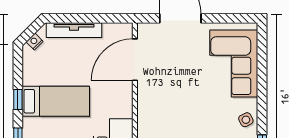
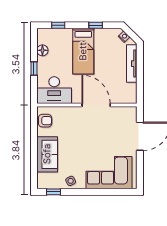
door: (135, 60) -> (96, 105), moved
window: (18, 100) -> (96, 25), moved

